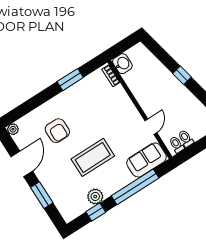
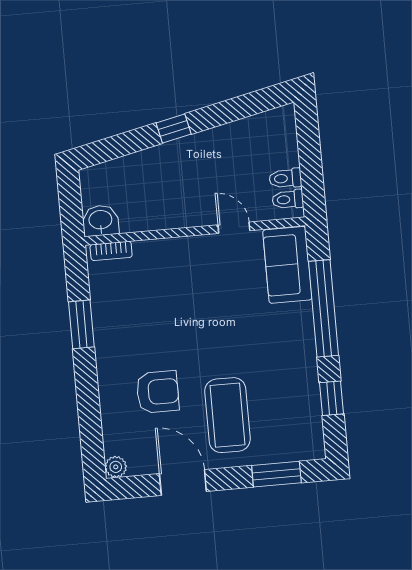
coffee table: (93, 157) -> (227, 415), moved
window: (42, 195) -> (276, 474), moved
plant: (95, 196) -> (304, 385), removed

